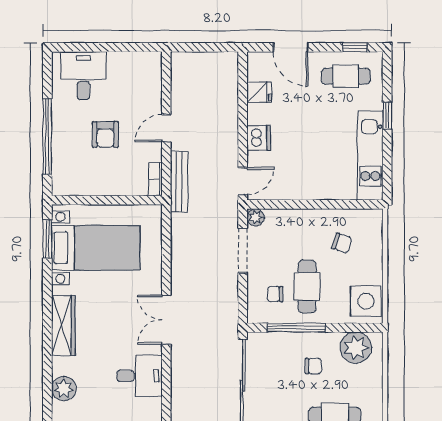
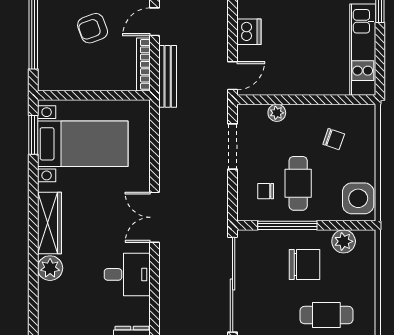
armchair: (105, 134) -> (93, 28), turned 70
bookcase: (155, 179) -> (143, 64), width x1.56
plant: (256, 217) -> (277, 113), moved
plant: (356, 348) -> (344, 241), width x0.73, depth x0.73
chair: (313, 366) -> (305, 264), width x1.87, depth x1.87
plant: (64, 389) -> (50, 268), moved

